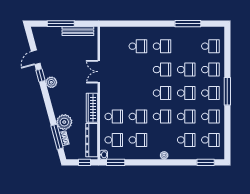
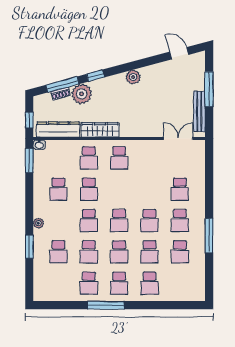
window: (188, 24) -> (209, 235), moved
school desk: (210, 46) -> (180, 252), moved
door: (36, 57) -> (179, 53), moved
double door: (99, 72) -> (178, 139), moved
window: (41, 75) -> (95, 76), moved
window: (227, 91) -> (106, 305), moved
school desk: (114, 140) -> (119, 158), moved
school desk: (210, 140) -> (58, 283), removed
window: (206, 162) -> (29, 247), moved

